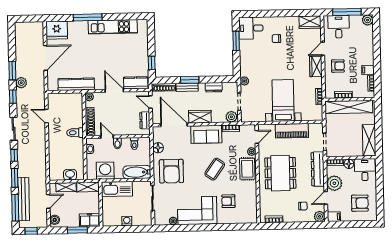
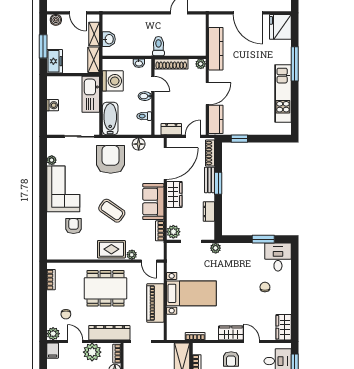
door: (107, 137) -> (153, 84), hinge flipped
armchair: (171, 171) -> (111, 159), turned 90

